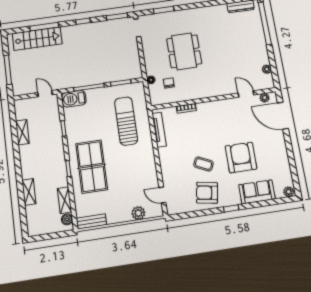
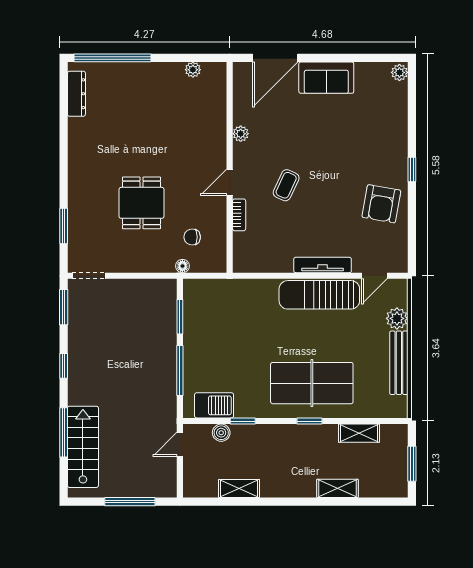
dining table: (184, 51) -> (141, 203), width x0.73
door: (246, 94) -> (230, 182), moved
plant: (265, 98) -> (241, 134), moved
barbecue: (74, 99) -> (214, 405), moved, turned -90
sun lounger: (126, 121) -> (319, 295), moved
tv unit: (159, 130) -> (323, 265), moved
armchair: (241, 157) -> (333, 139), removed
coffee table: (203, 164) -> (286, 185), moved
sofa: (257, 192) -> (326, 78), moved, turned -90
boiler: (67, 219) -> (221, 433), moved
bench: (91, 222) -> (399, 363), moved, width x1.36
window: (49, 236) -> (412, 464), added

